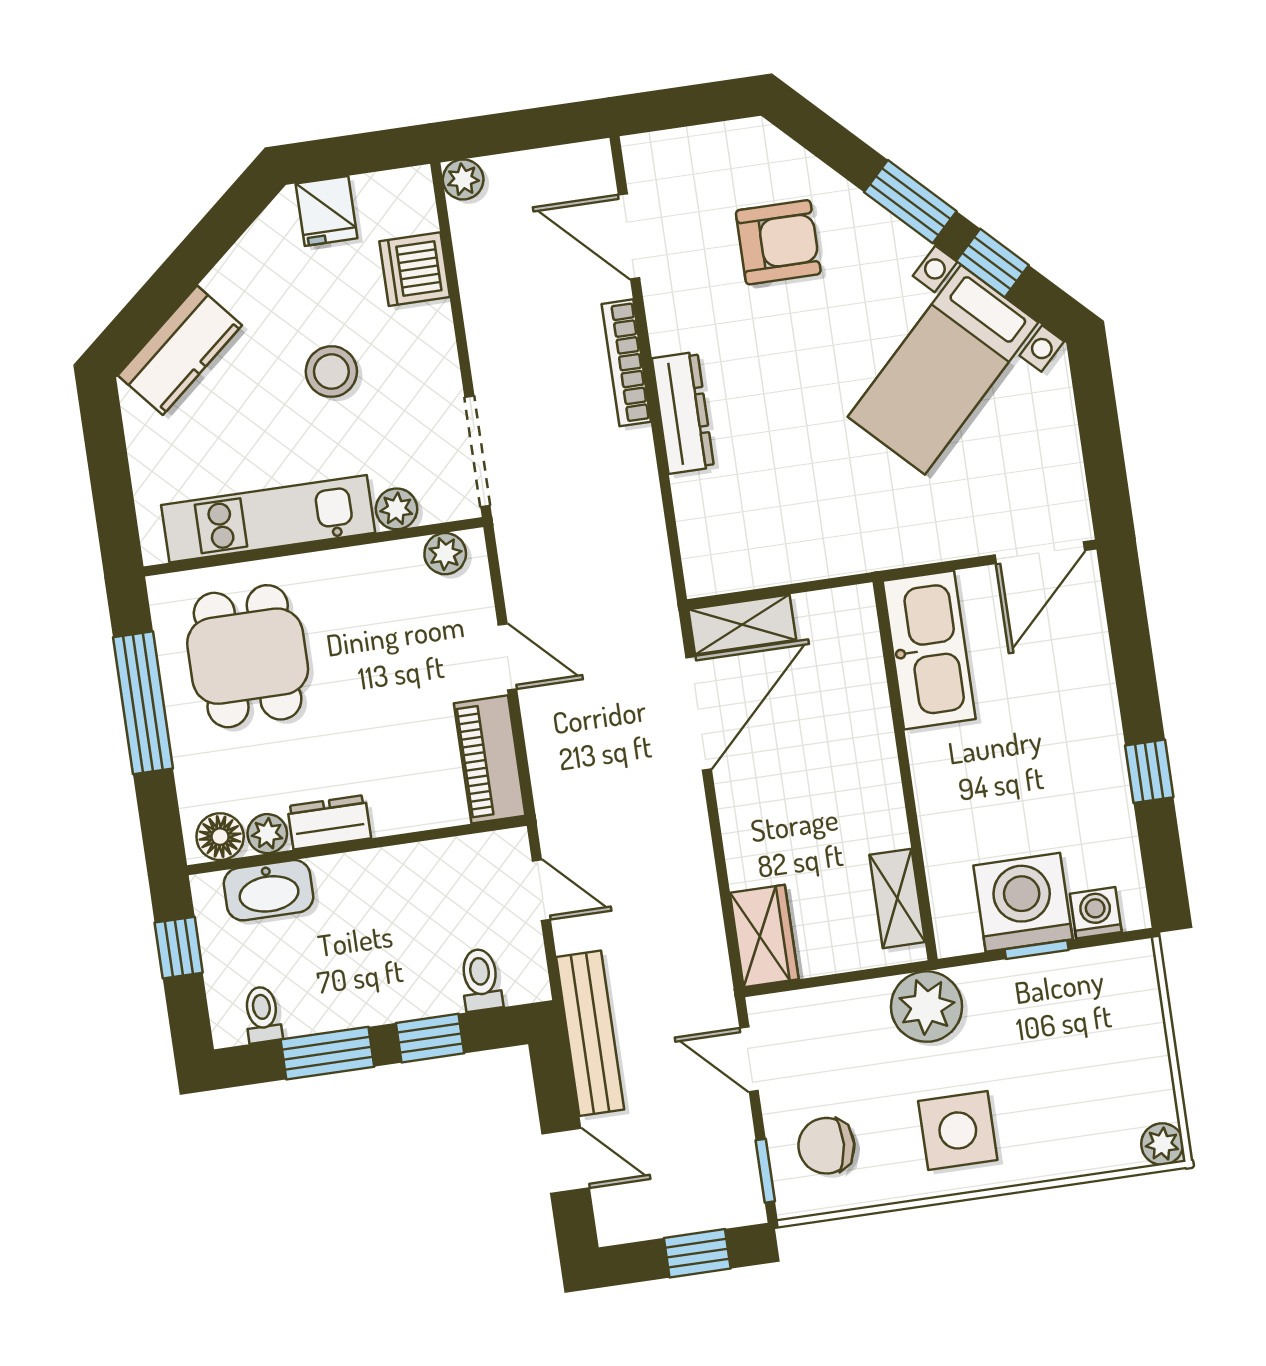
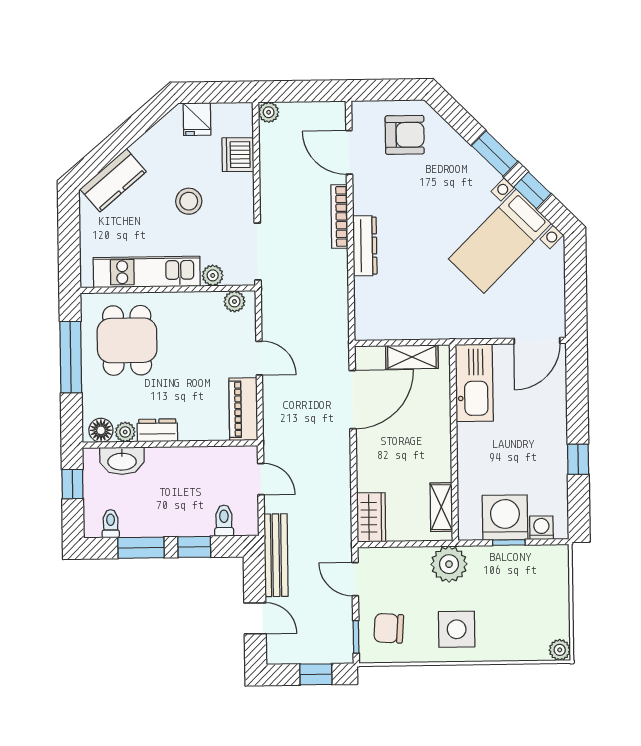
armchair: (778, 242) -> (405, 135), moved
shelving: (742, 624) -> (412, 357), moved

